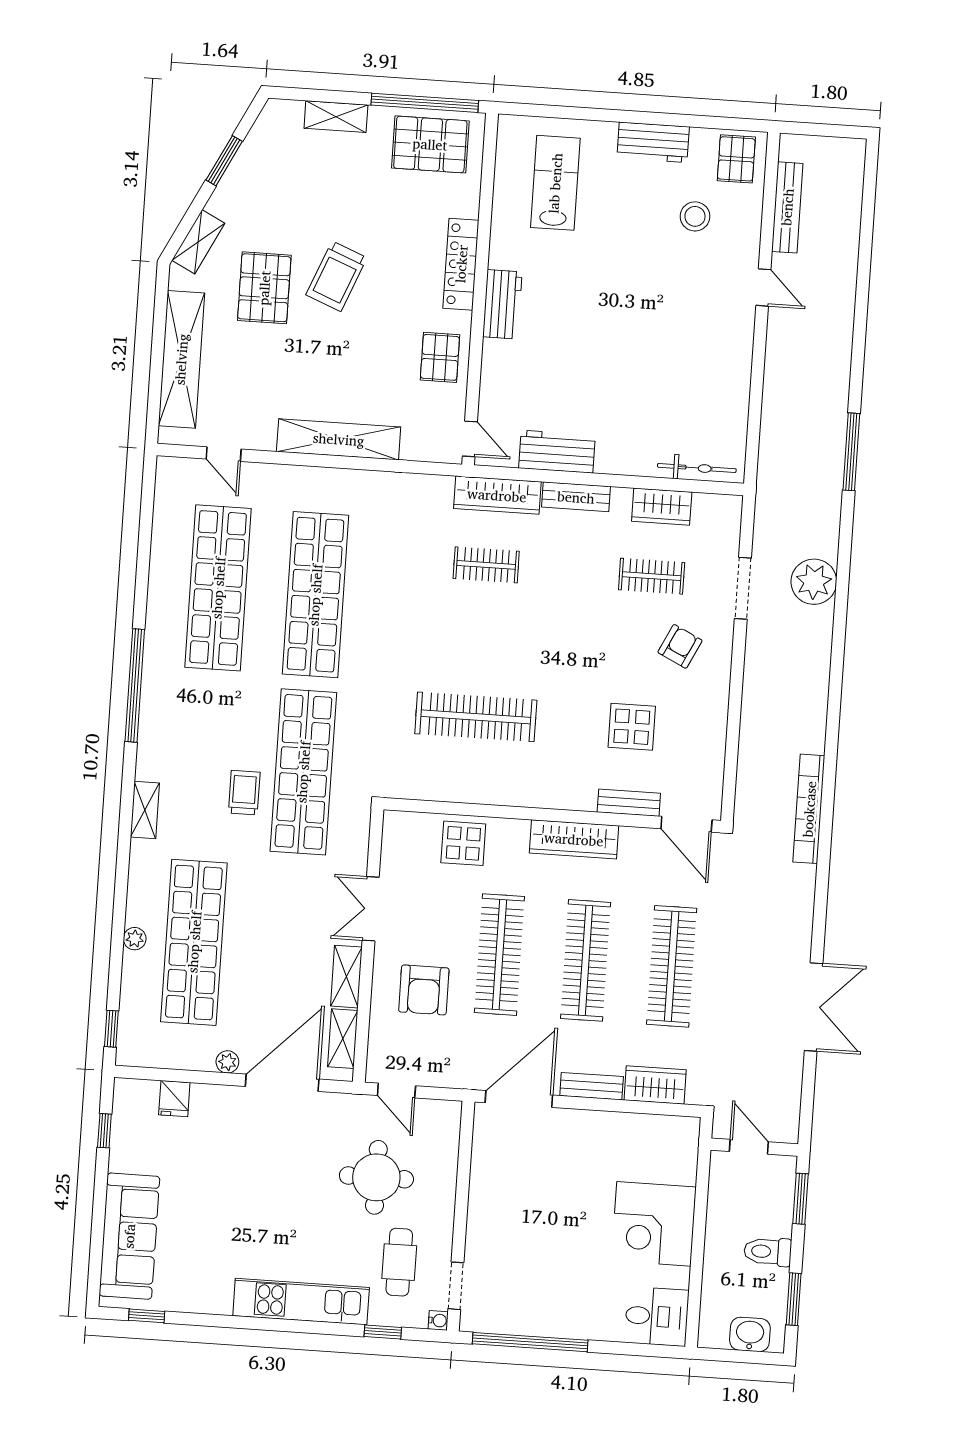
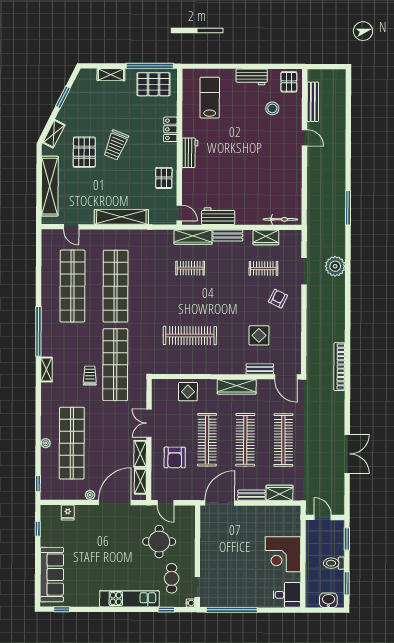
locker: (461, 264) -> (170, 129), width x0.66
shelving: (145, 810) -> (47, 370), moved

